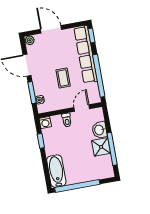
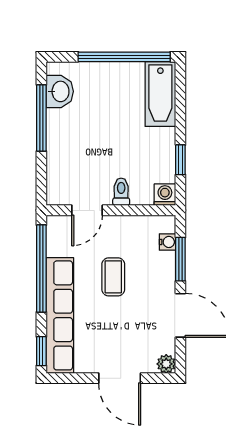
washbasin: (99, 130) -> (60, 91), moved
shower: (101, 147) -> (63, 126), removed

